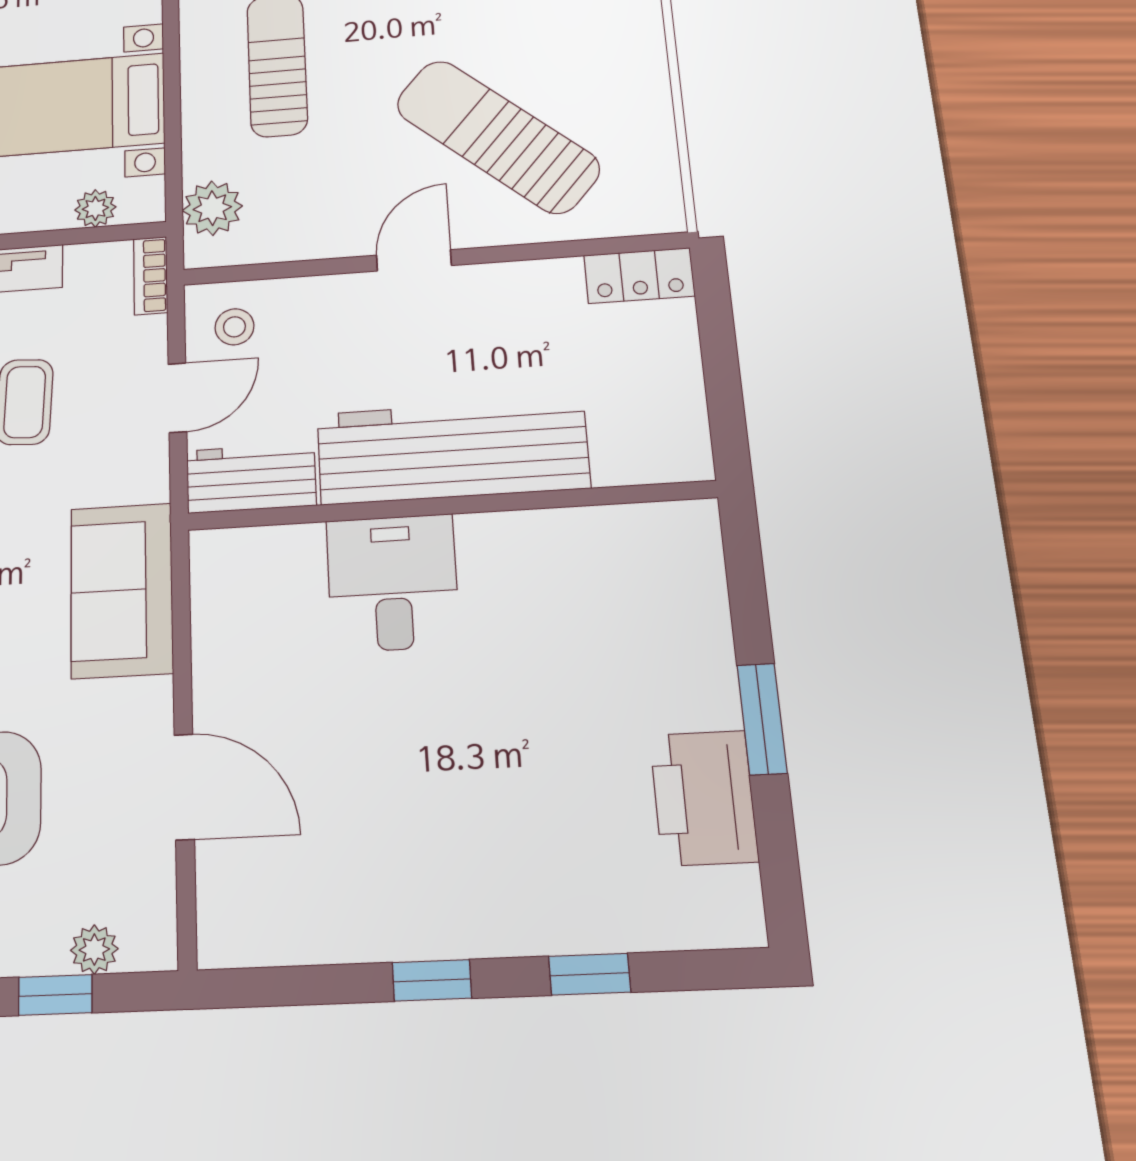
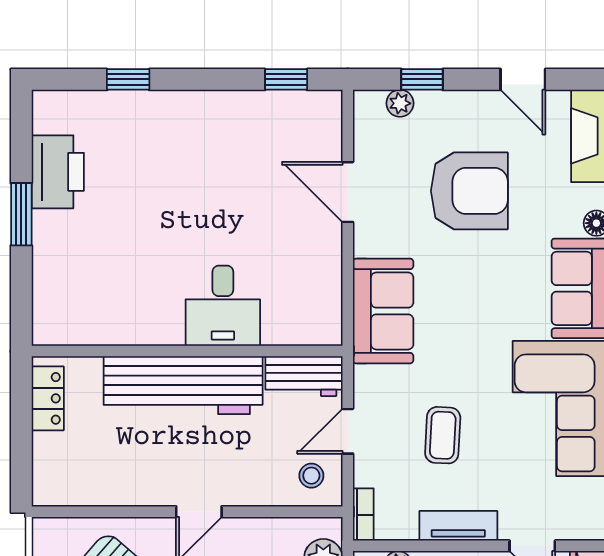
locker: (639, 276) -> (48, 398), moved, turned 90
window: (432, 980) -> (286, 79), moved

